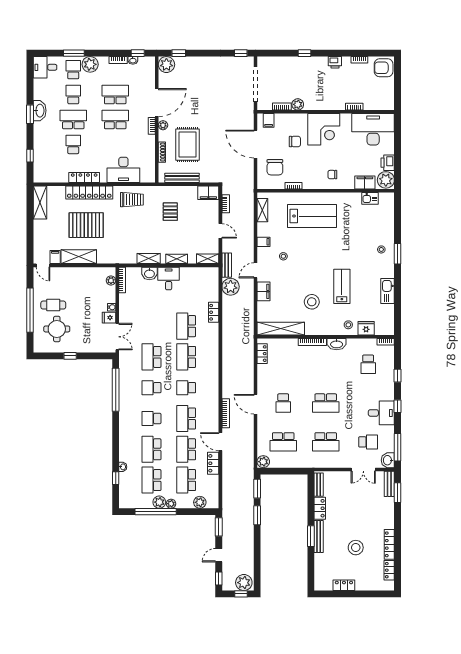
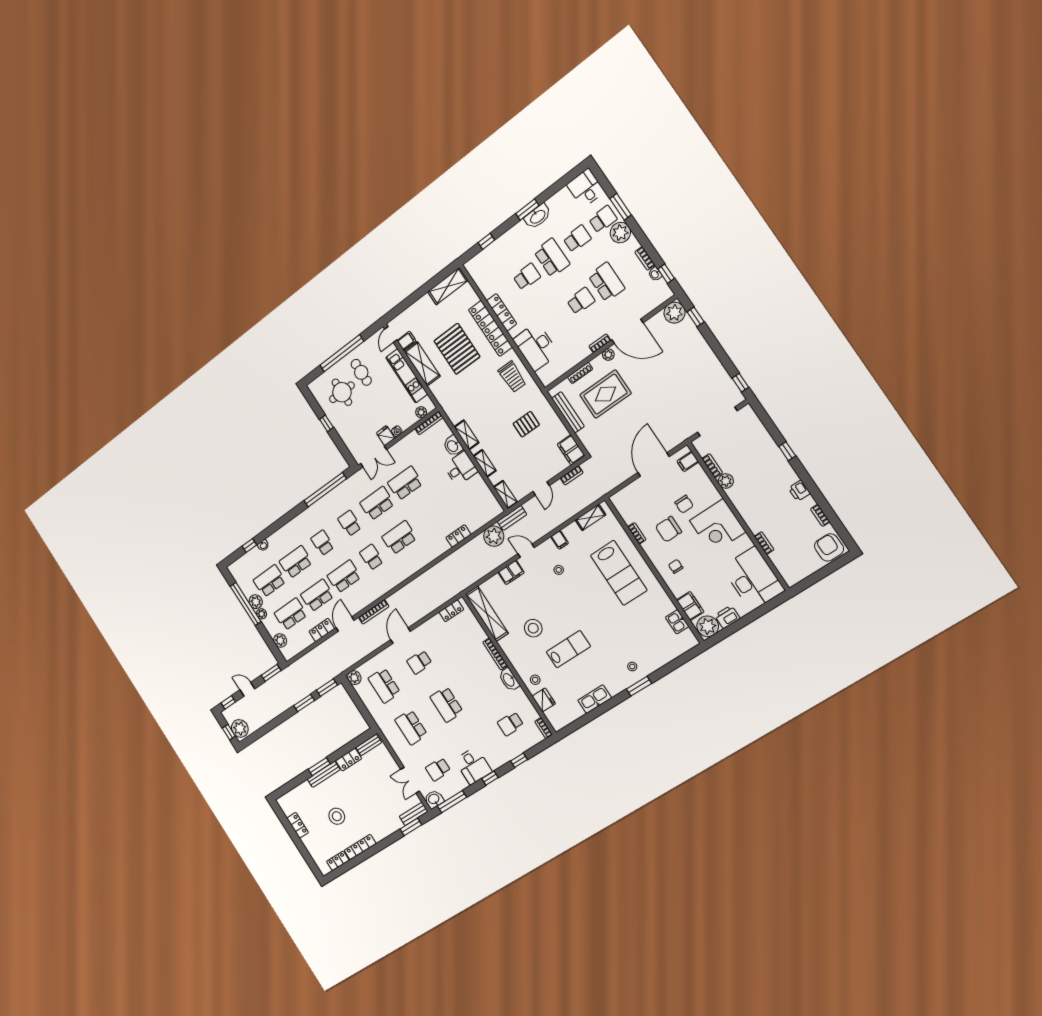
school desk: (115, 119) -> (581, 301), width x0.54
chair: (275, 167) -> (668, 529), moved
kitchen unit: (79, 274) -> (407, 376), added
school desk: (186, 326) -> (405, 483), moved
school desk: (368, 442) -> (438, 769), turned 90

